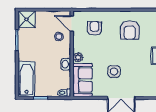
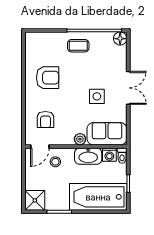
armchair: (94, 28) -> (45, 120), turned -90
washbasin: (66, 64) -> (88, 156), width x1.91, depth x1.45
bathtub: (26, 79) -> (98, 197), width x1.36, depth x1.36
washing machine: (65, 82) -> (109, 155), added

